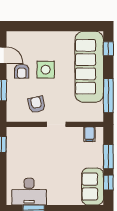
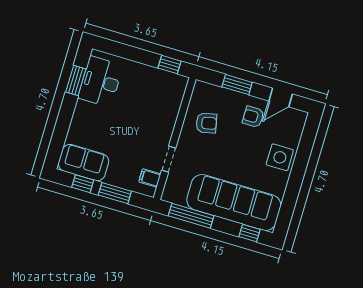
side table: (46, 70) -> (280, 157), moved
doorway: (56, 124) -> (169, 159), moved

